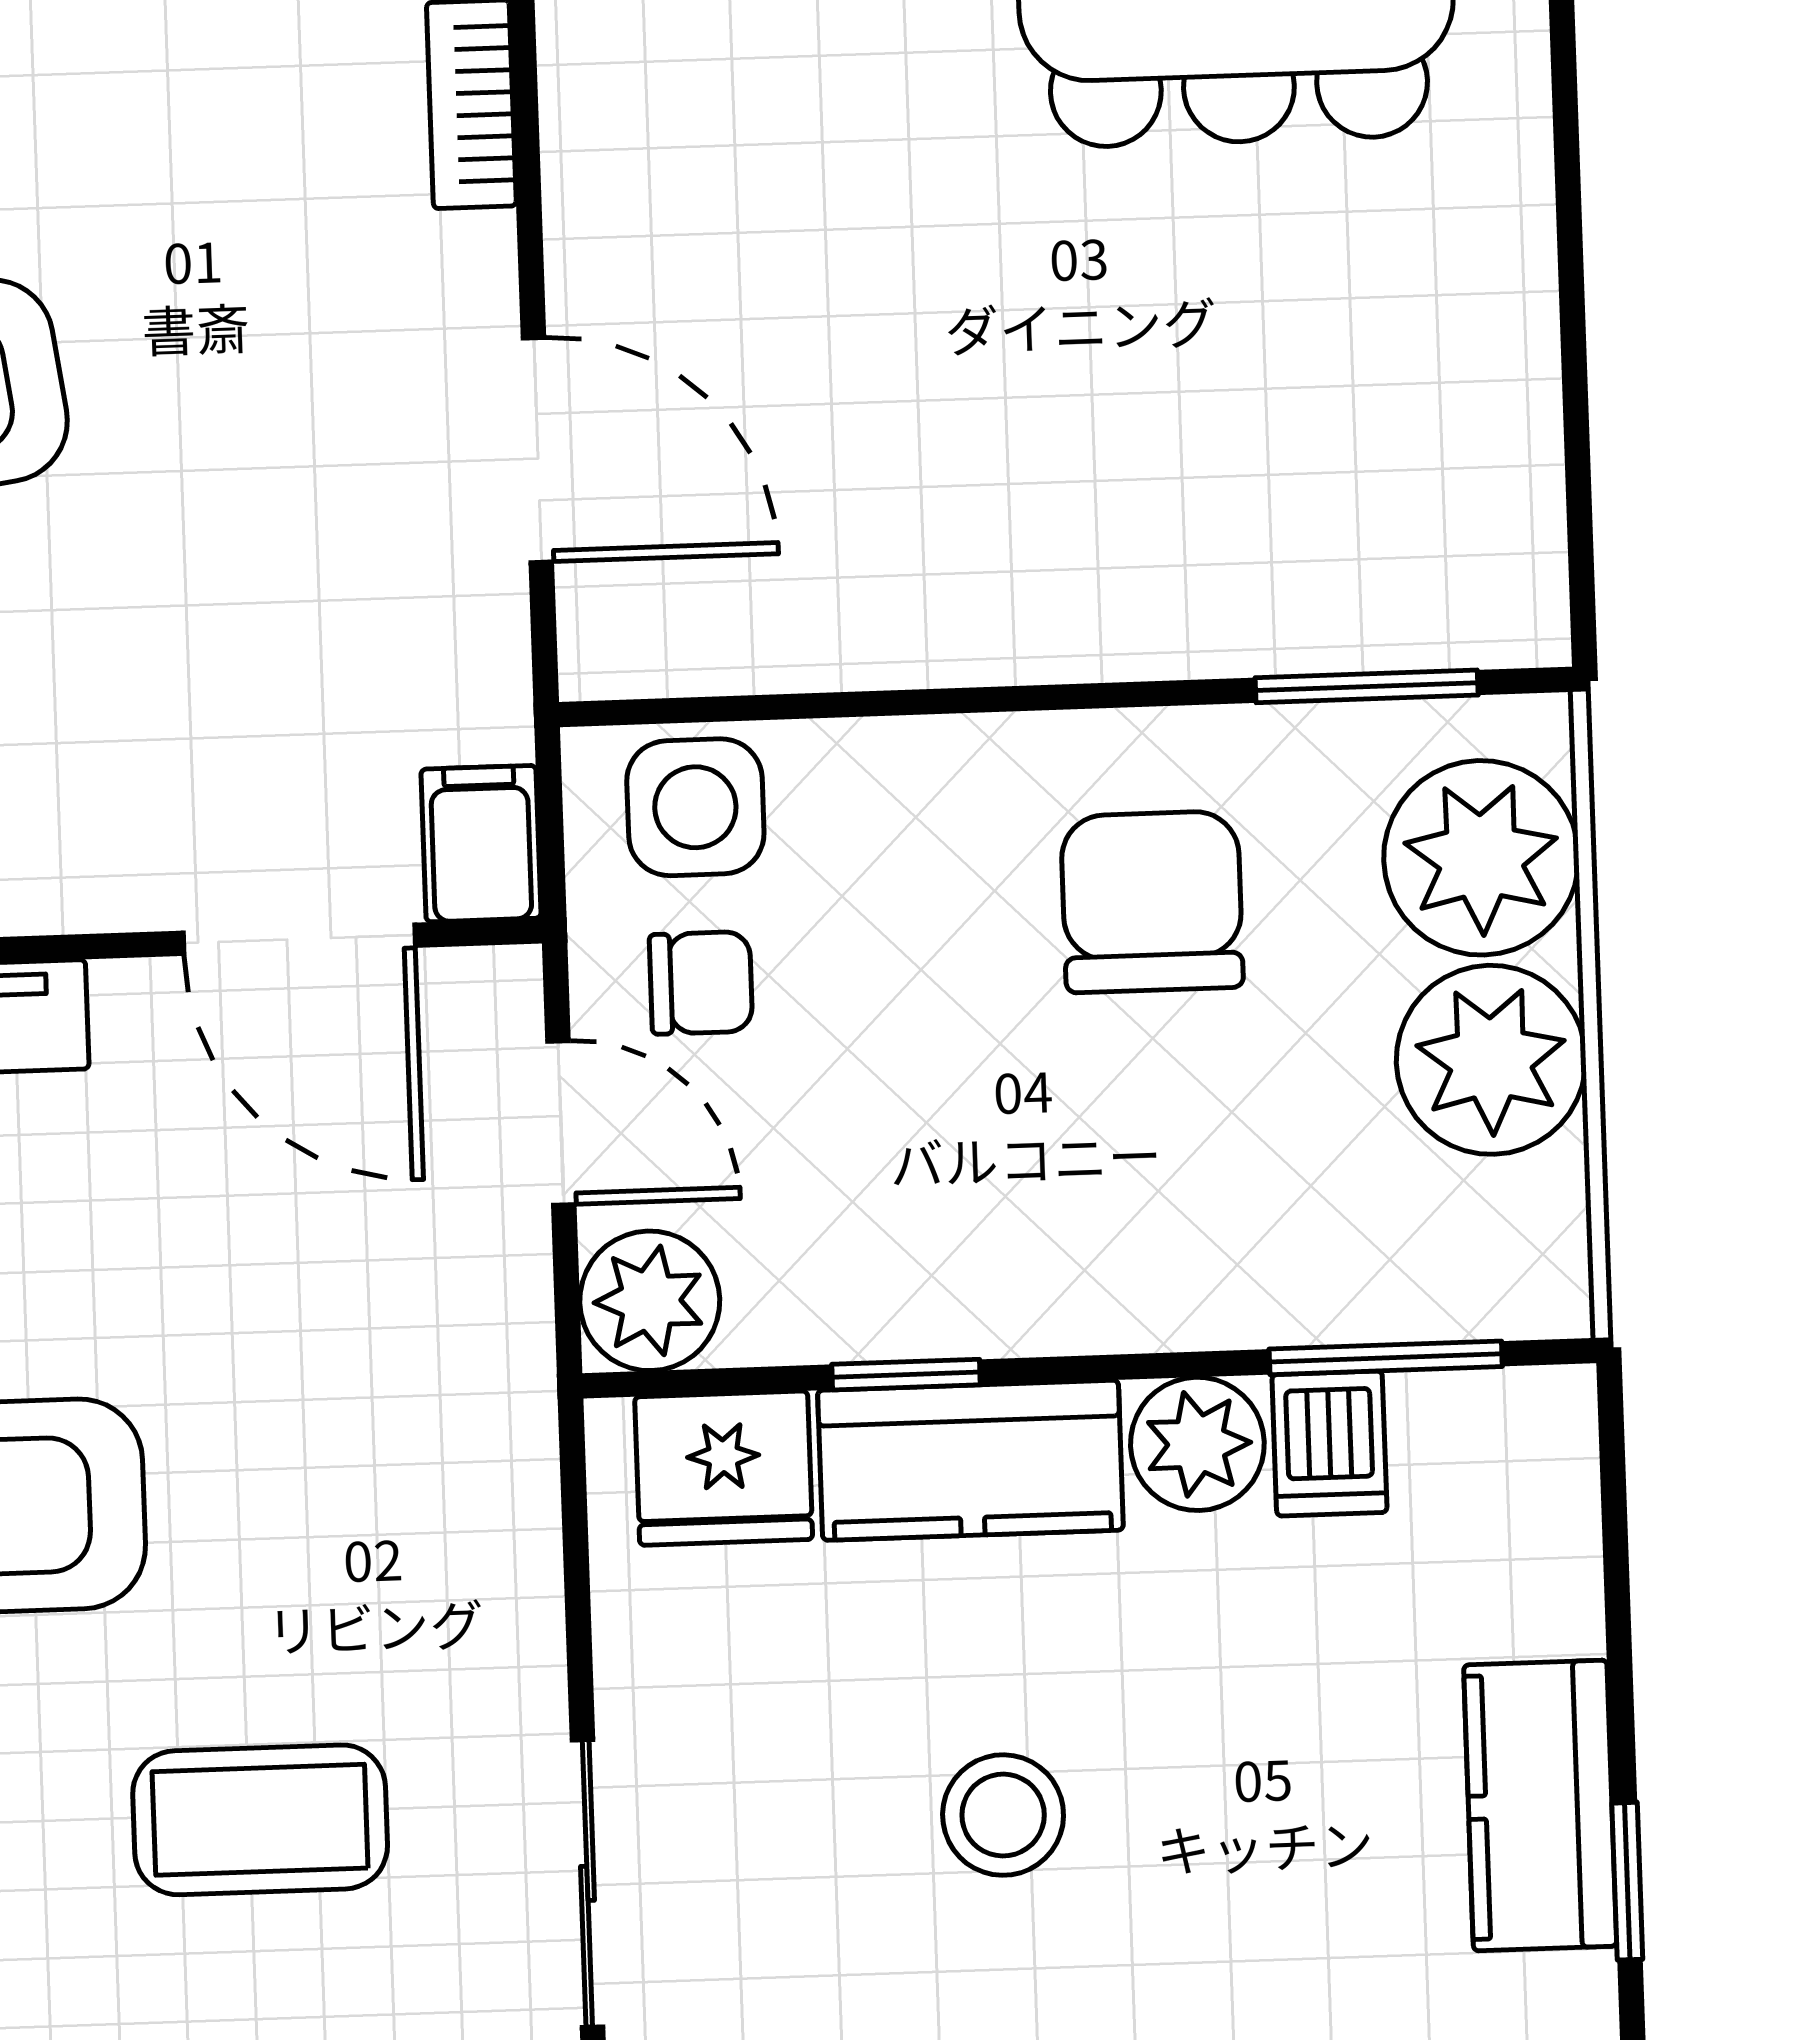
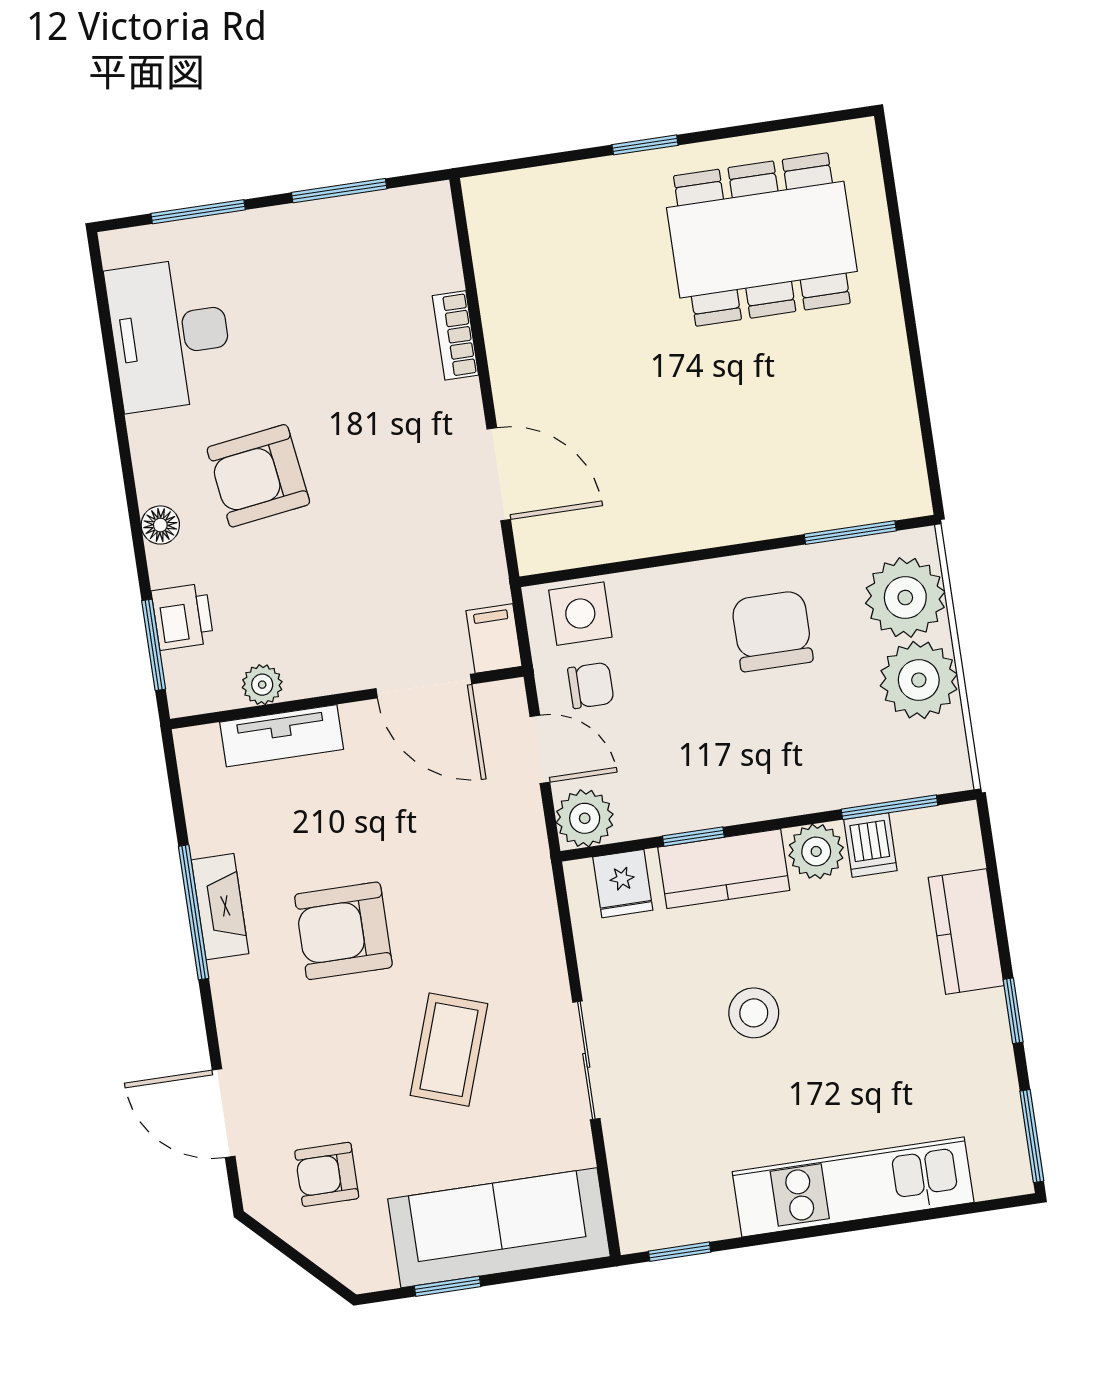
fridge: (724, 1468) -> (623, 884), width x0.72
kitchen counter: (1540, 1805) -> (966, 932), moved
coffee table: (260, 1820) -> (449, 1050), turned -71

